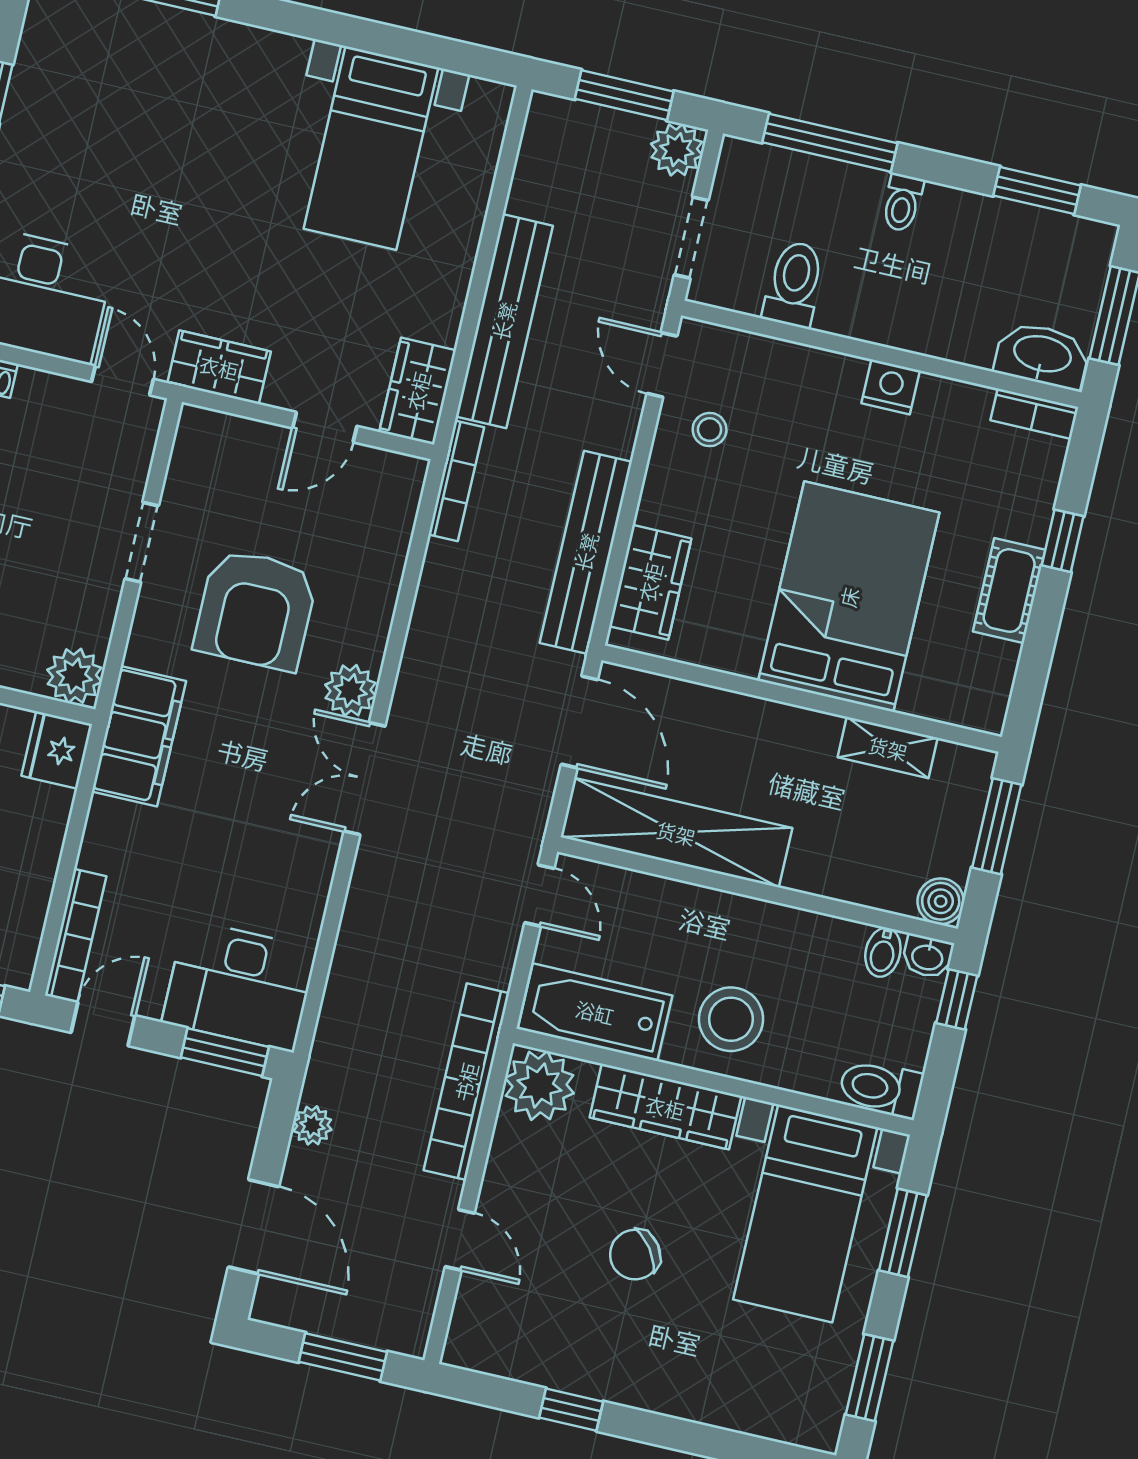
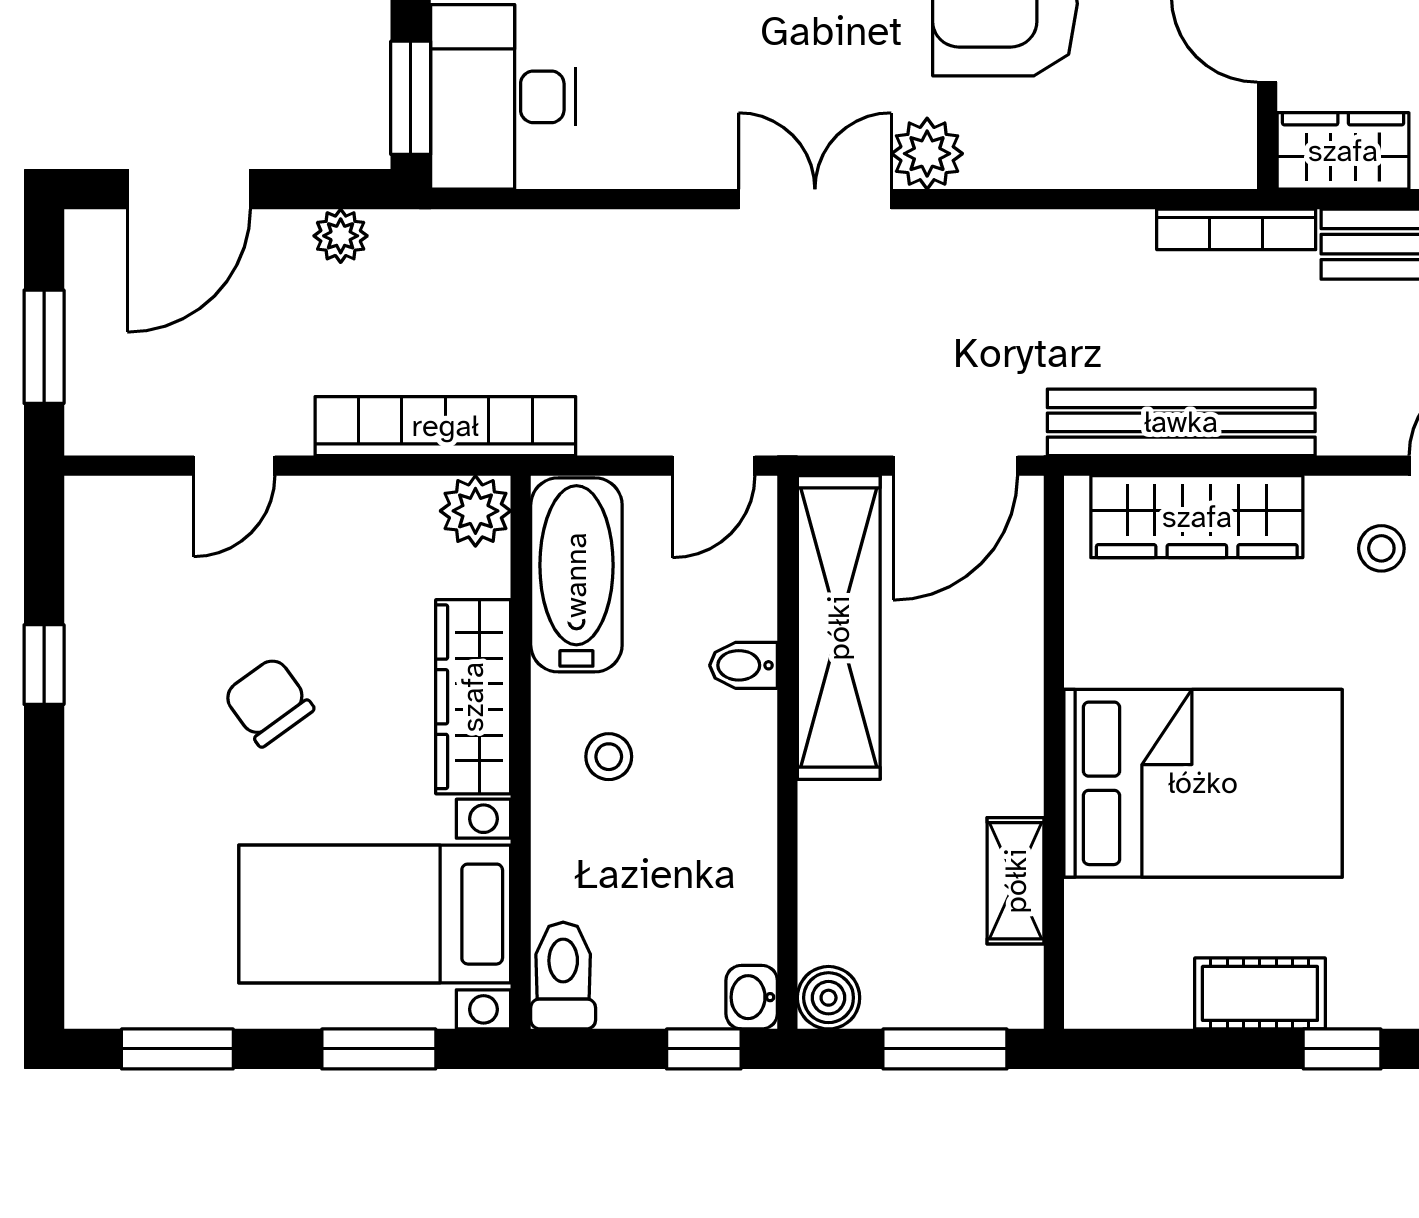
wardrobe: (650, 582) -> (1197, 517), width x1.50
bidet: (883, 952) -> (743, 665), moved
stool: (731, 1019) -> (609, 757), width x0.53, depth x0.53
plant: (539, 1086) -> (475, 511), width x0.73, depth x0.73

